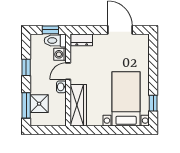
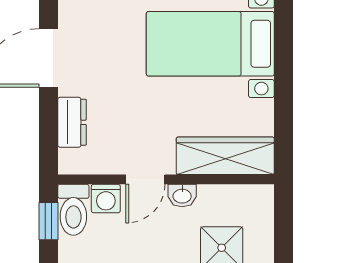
dresser: (82, 40) -> (72, 122), moved
door: (68, 71) -> (145, 179), hinge flipped

